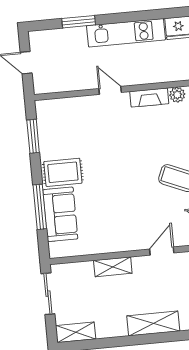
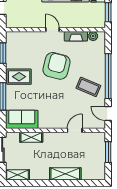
armchair: (122, 149) -> (56, 66), added
sofa: (60, 214) -> (22, 119), moved, turned -90
shelving: (113, 267) -> (31, 137), moved

